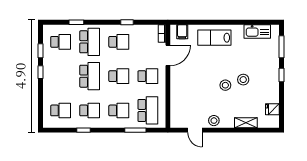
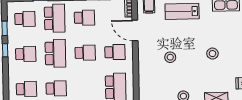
door: (168, 55) -> (135, 30), swing flipped
stool: (225, 85) -> (170, 57), moved
school desk: (119, 110) -> (26, 54), moved

